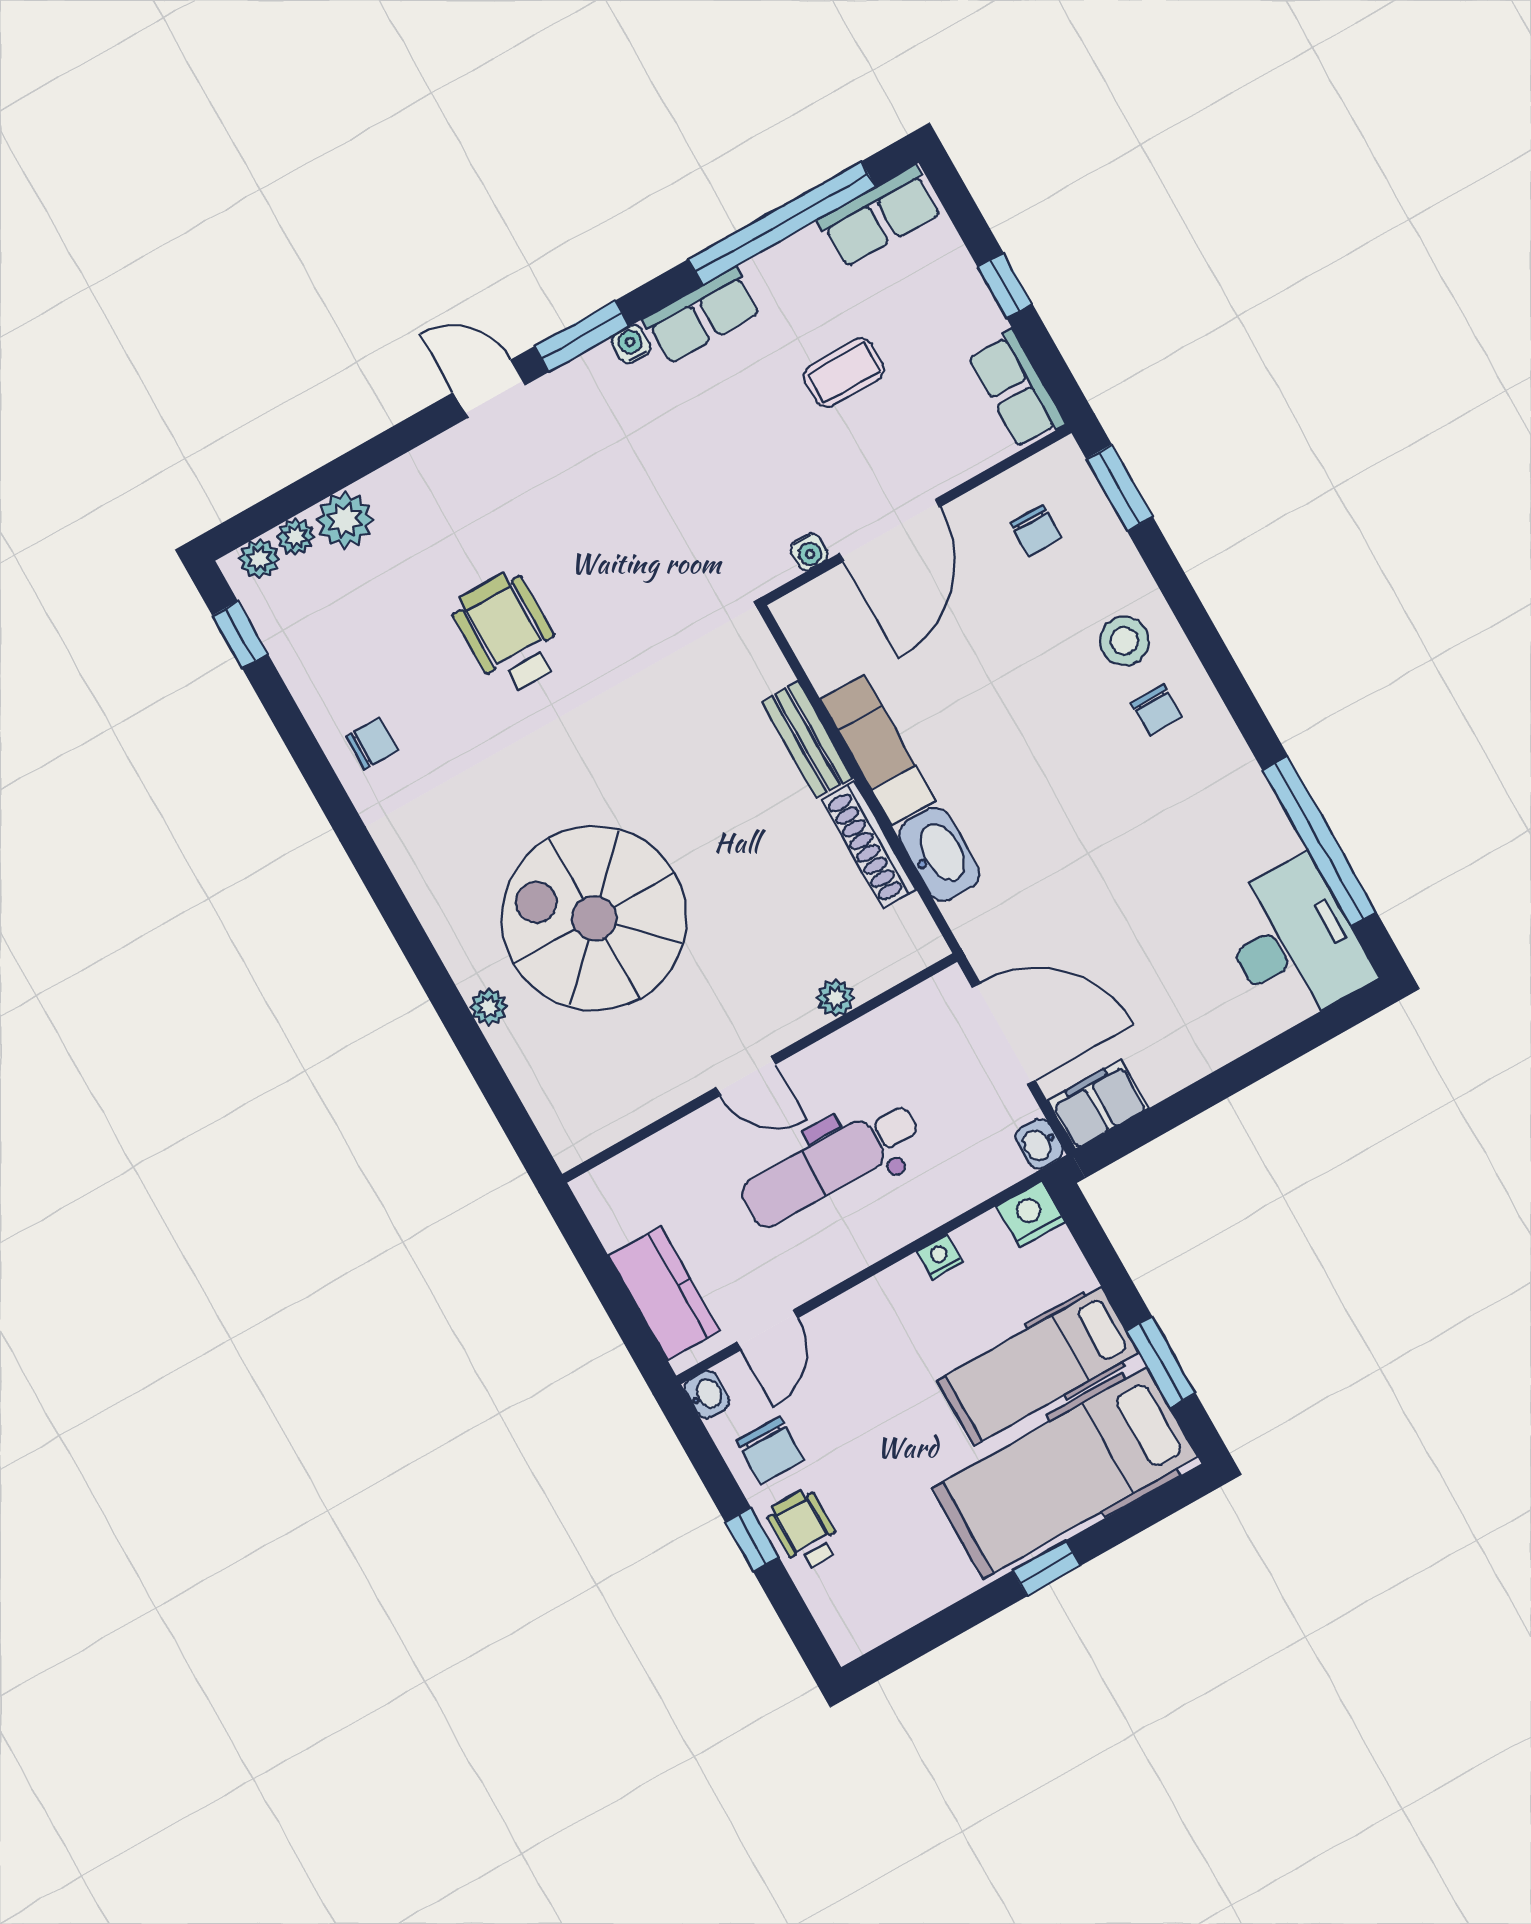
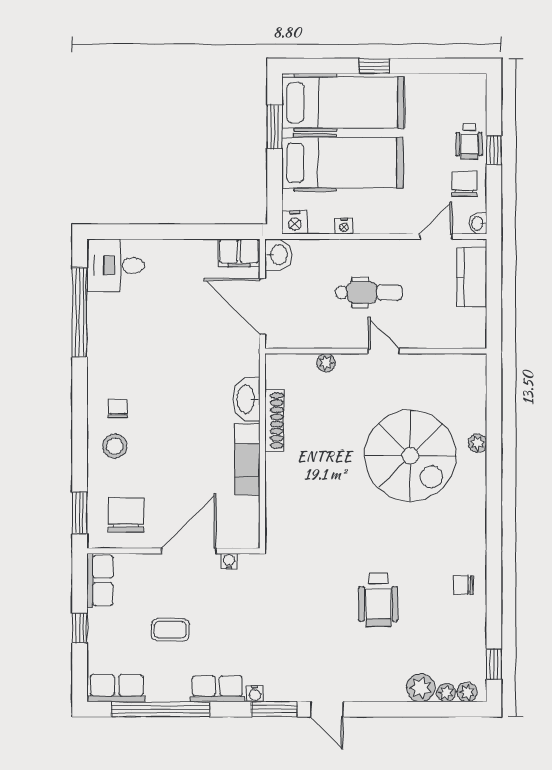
chair: (1036, 530) -> (126, 515), width x1.87, depth x1.87
bench: (807, 740) -> (275, 481), removed
desk: (1293, 942) -> (115, 265), width x0.73
washbasin: (1039, 1144) -> (278, 255), width x1.38, depth x1.45
dental chair: (830, 1164) -> (369, 292), width x0.73, depth x0.72
hospital bed: (1038, 1366) -> (342, 163), width x1.37, depth x1.29

